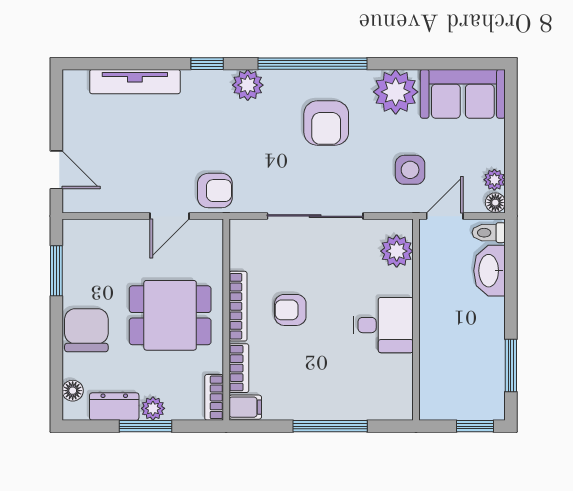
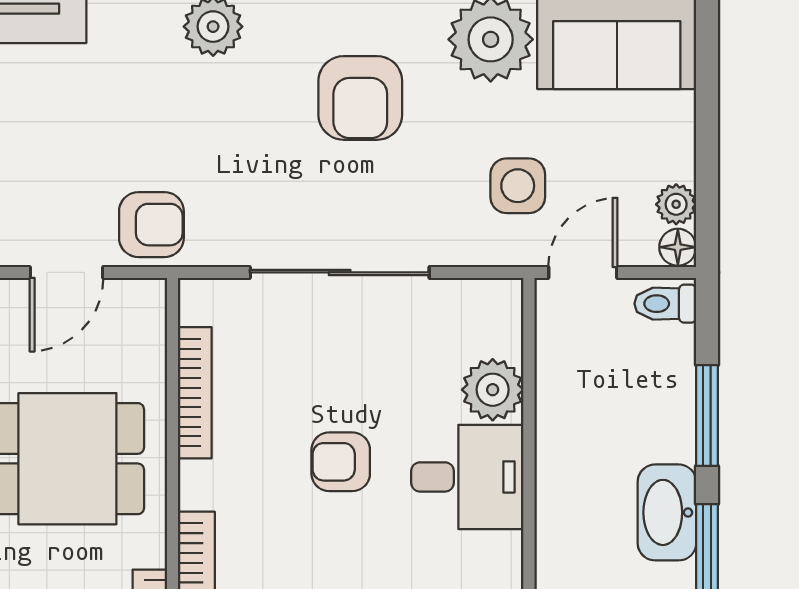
plant: (397, 251) -> (493, 390), moved
washbasin: (490, 271) -> (667, 512), moved
window: (511, 292) -> (707, 415), added
bookcase: (238, 306) -> (195, 393), moved
armchair: (290, 310) -> (341, 462), moved

